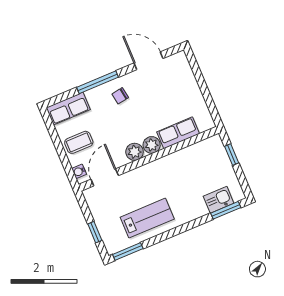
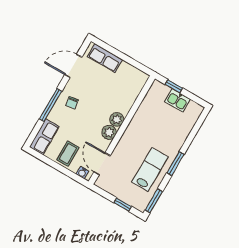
row of seats: (178, 133) -> (105, 58), moved, turned -90
kitchen sink: (219, 200) -> (177, 100), moved, turned -90
window: (226, 210) -> (175, 164), moved

